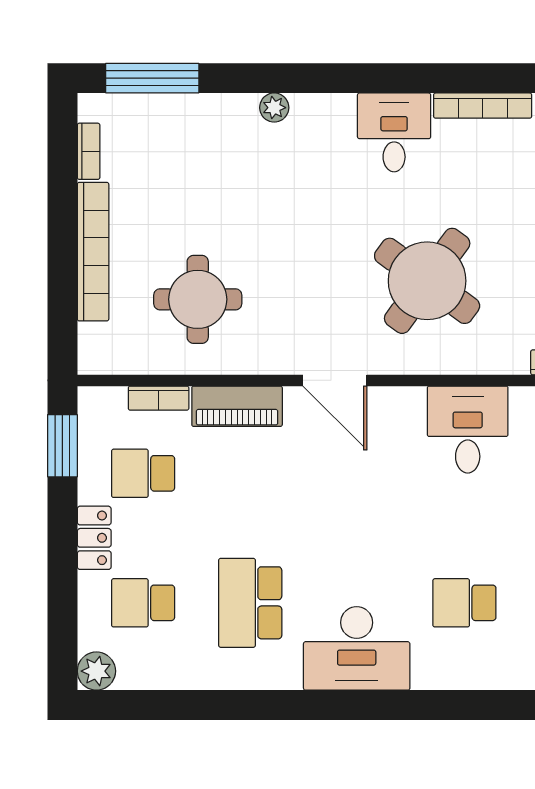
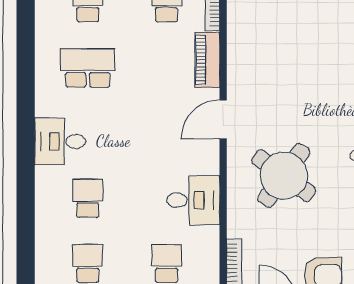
round table: (198, 299) -> (272, 36), removed
desk: (357, 648) -> (60, 141), width x0.73

